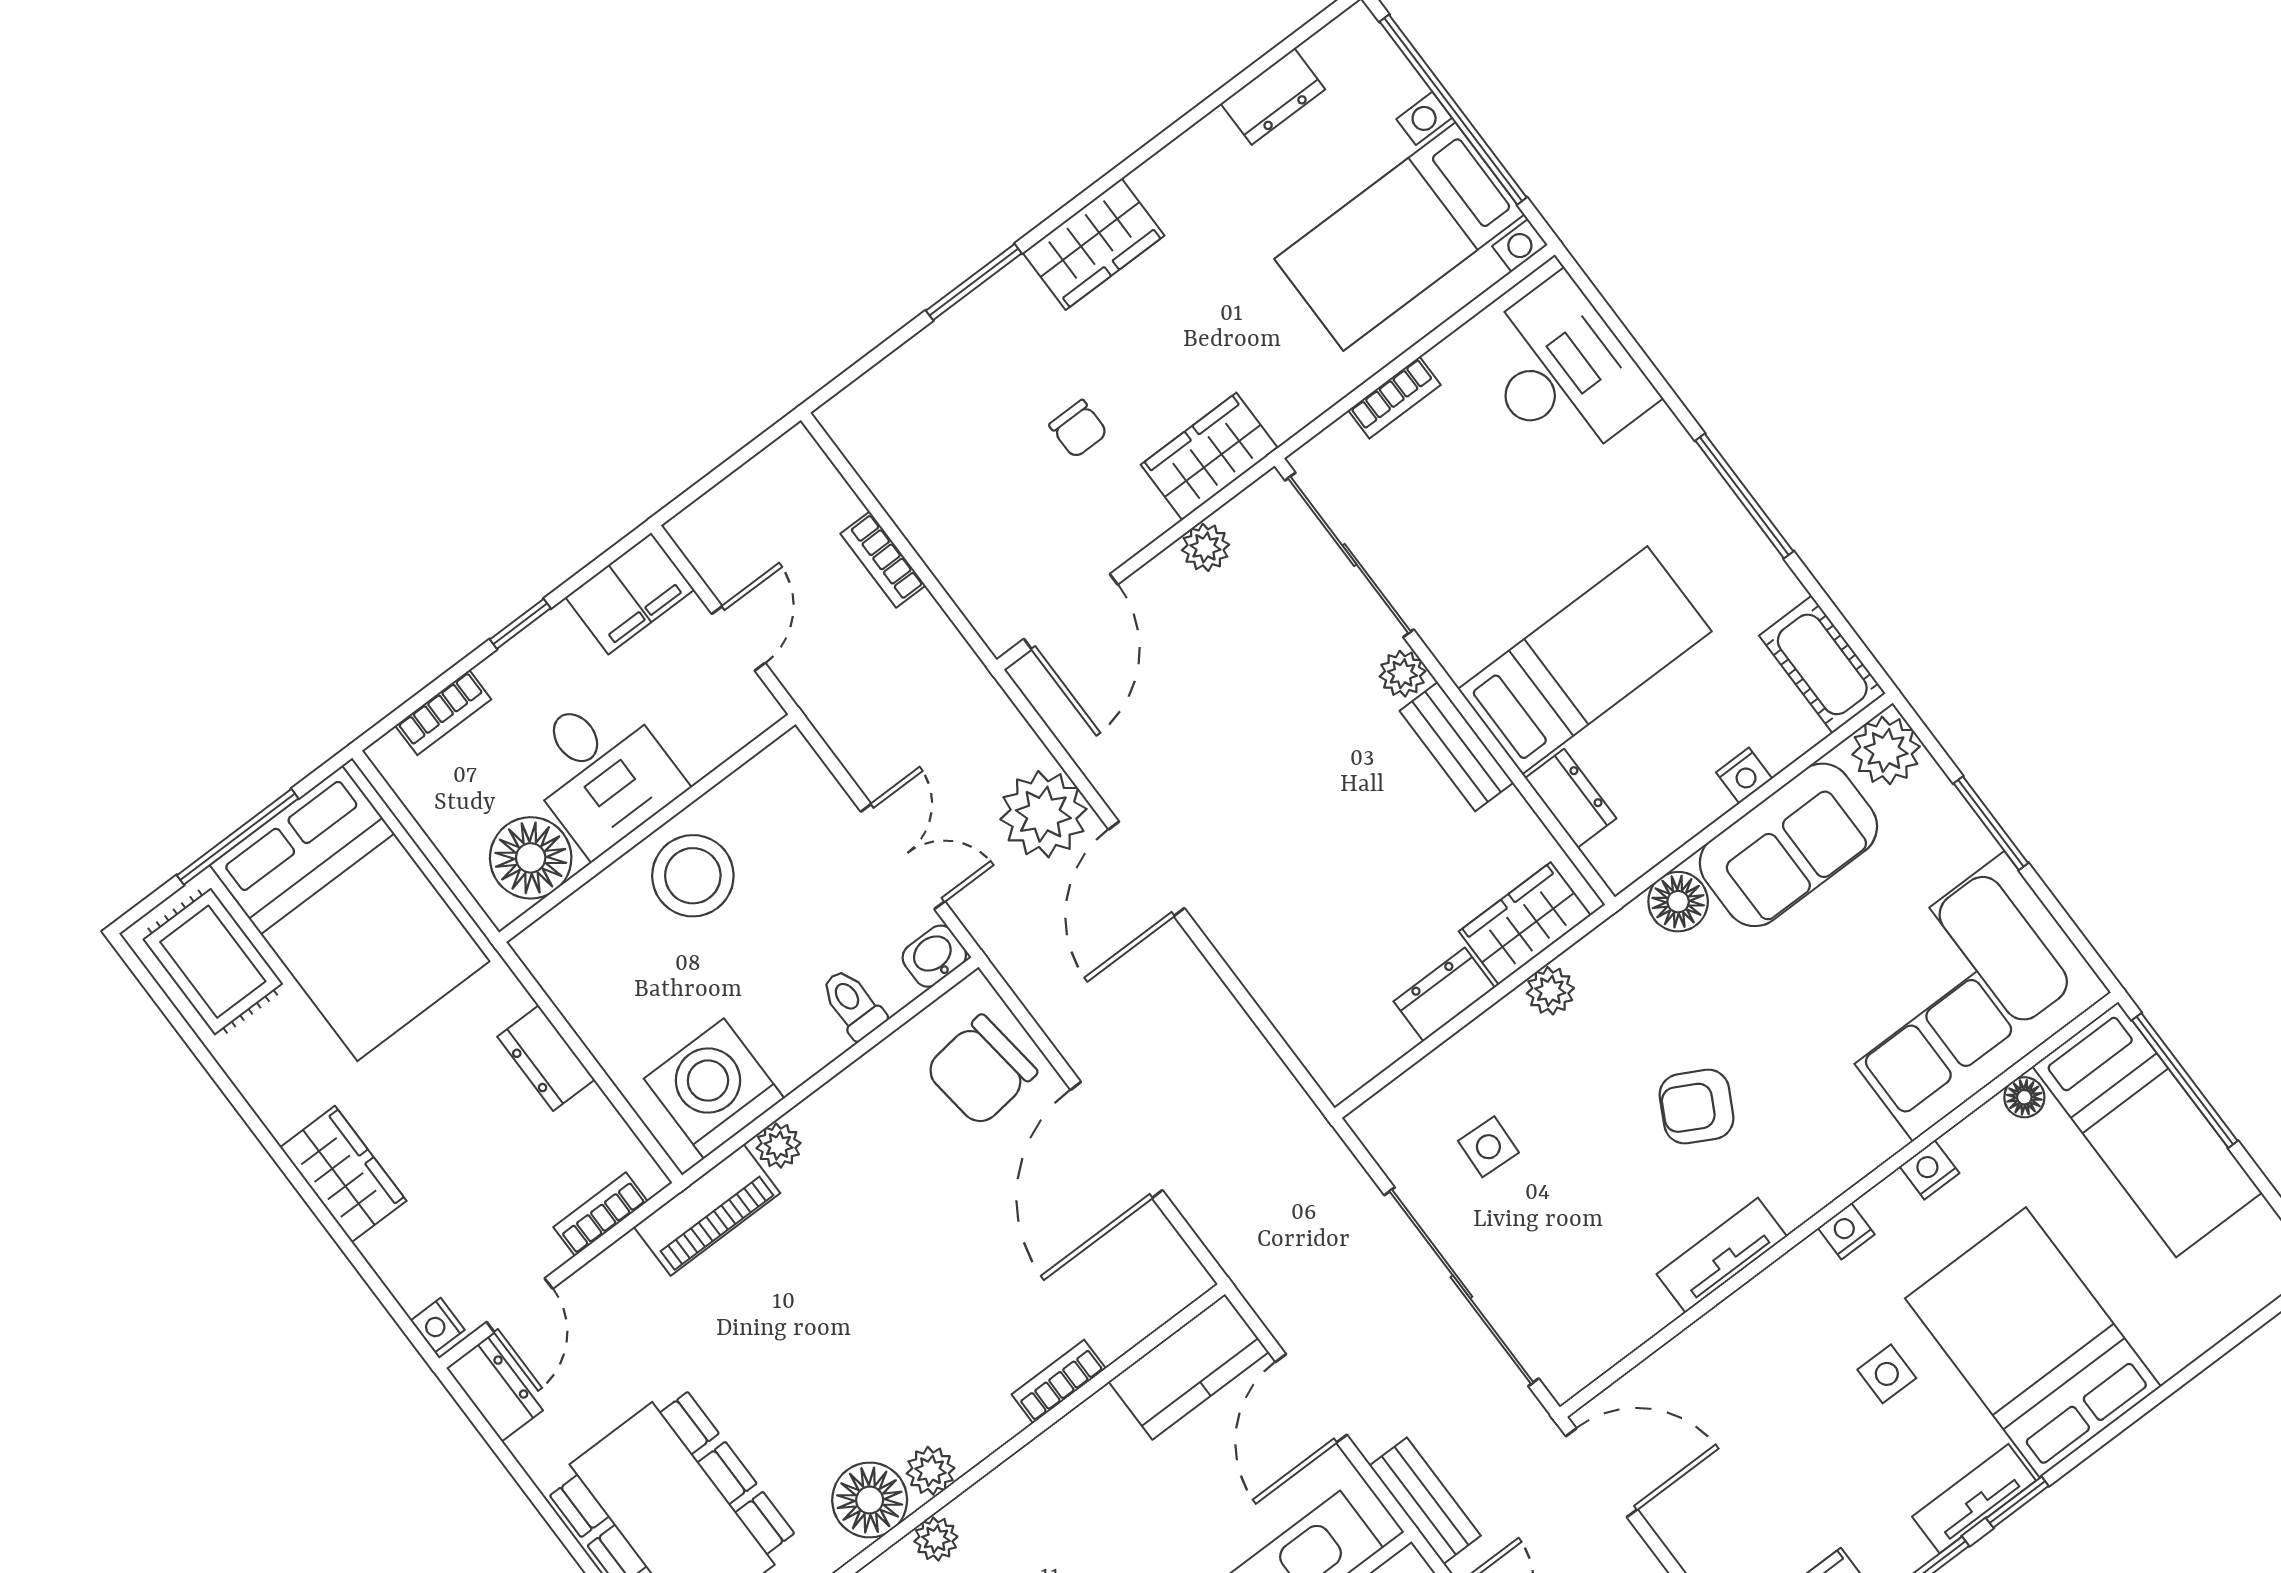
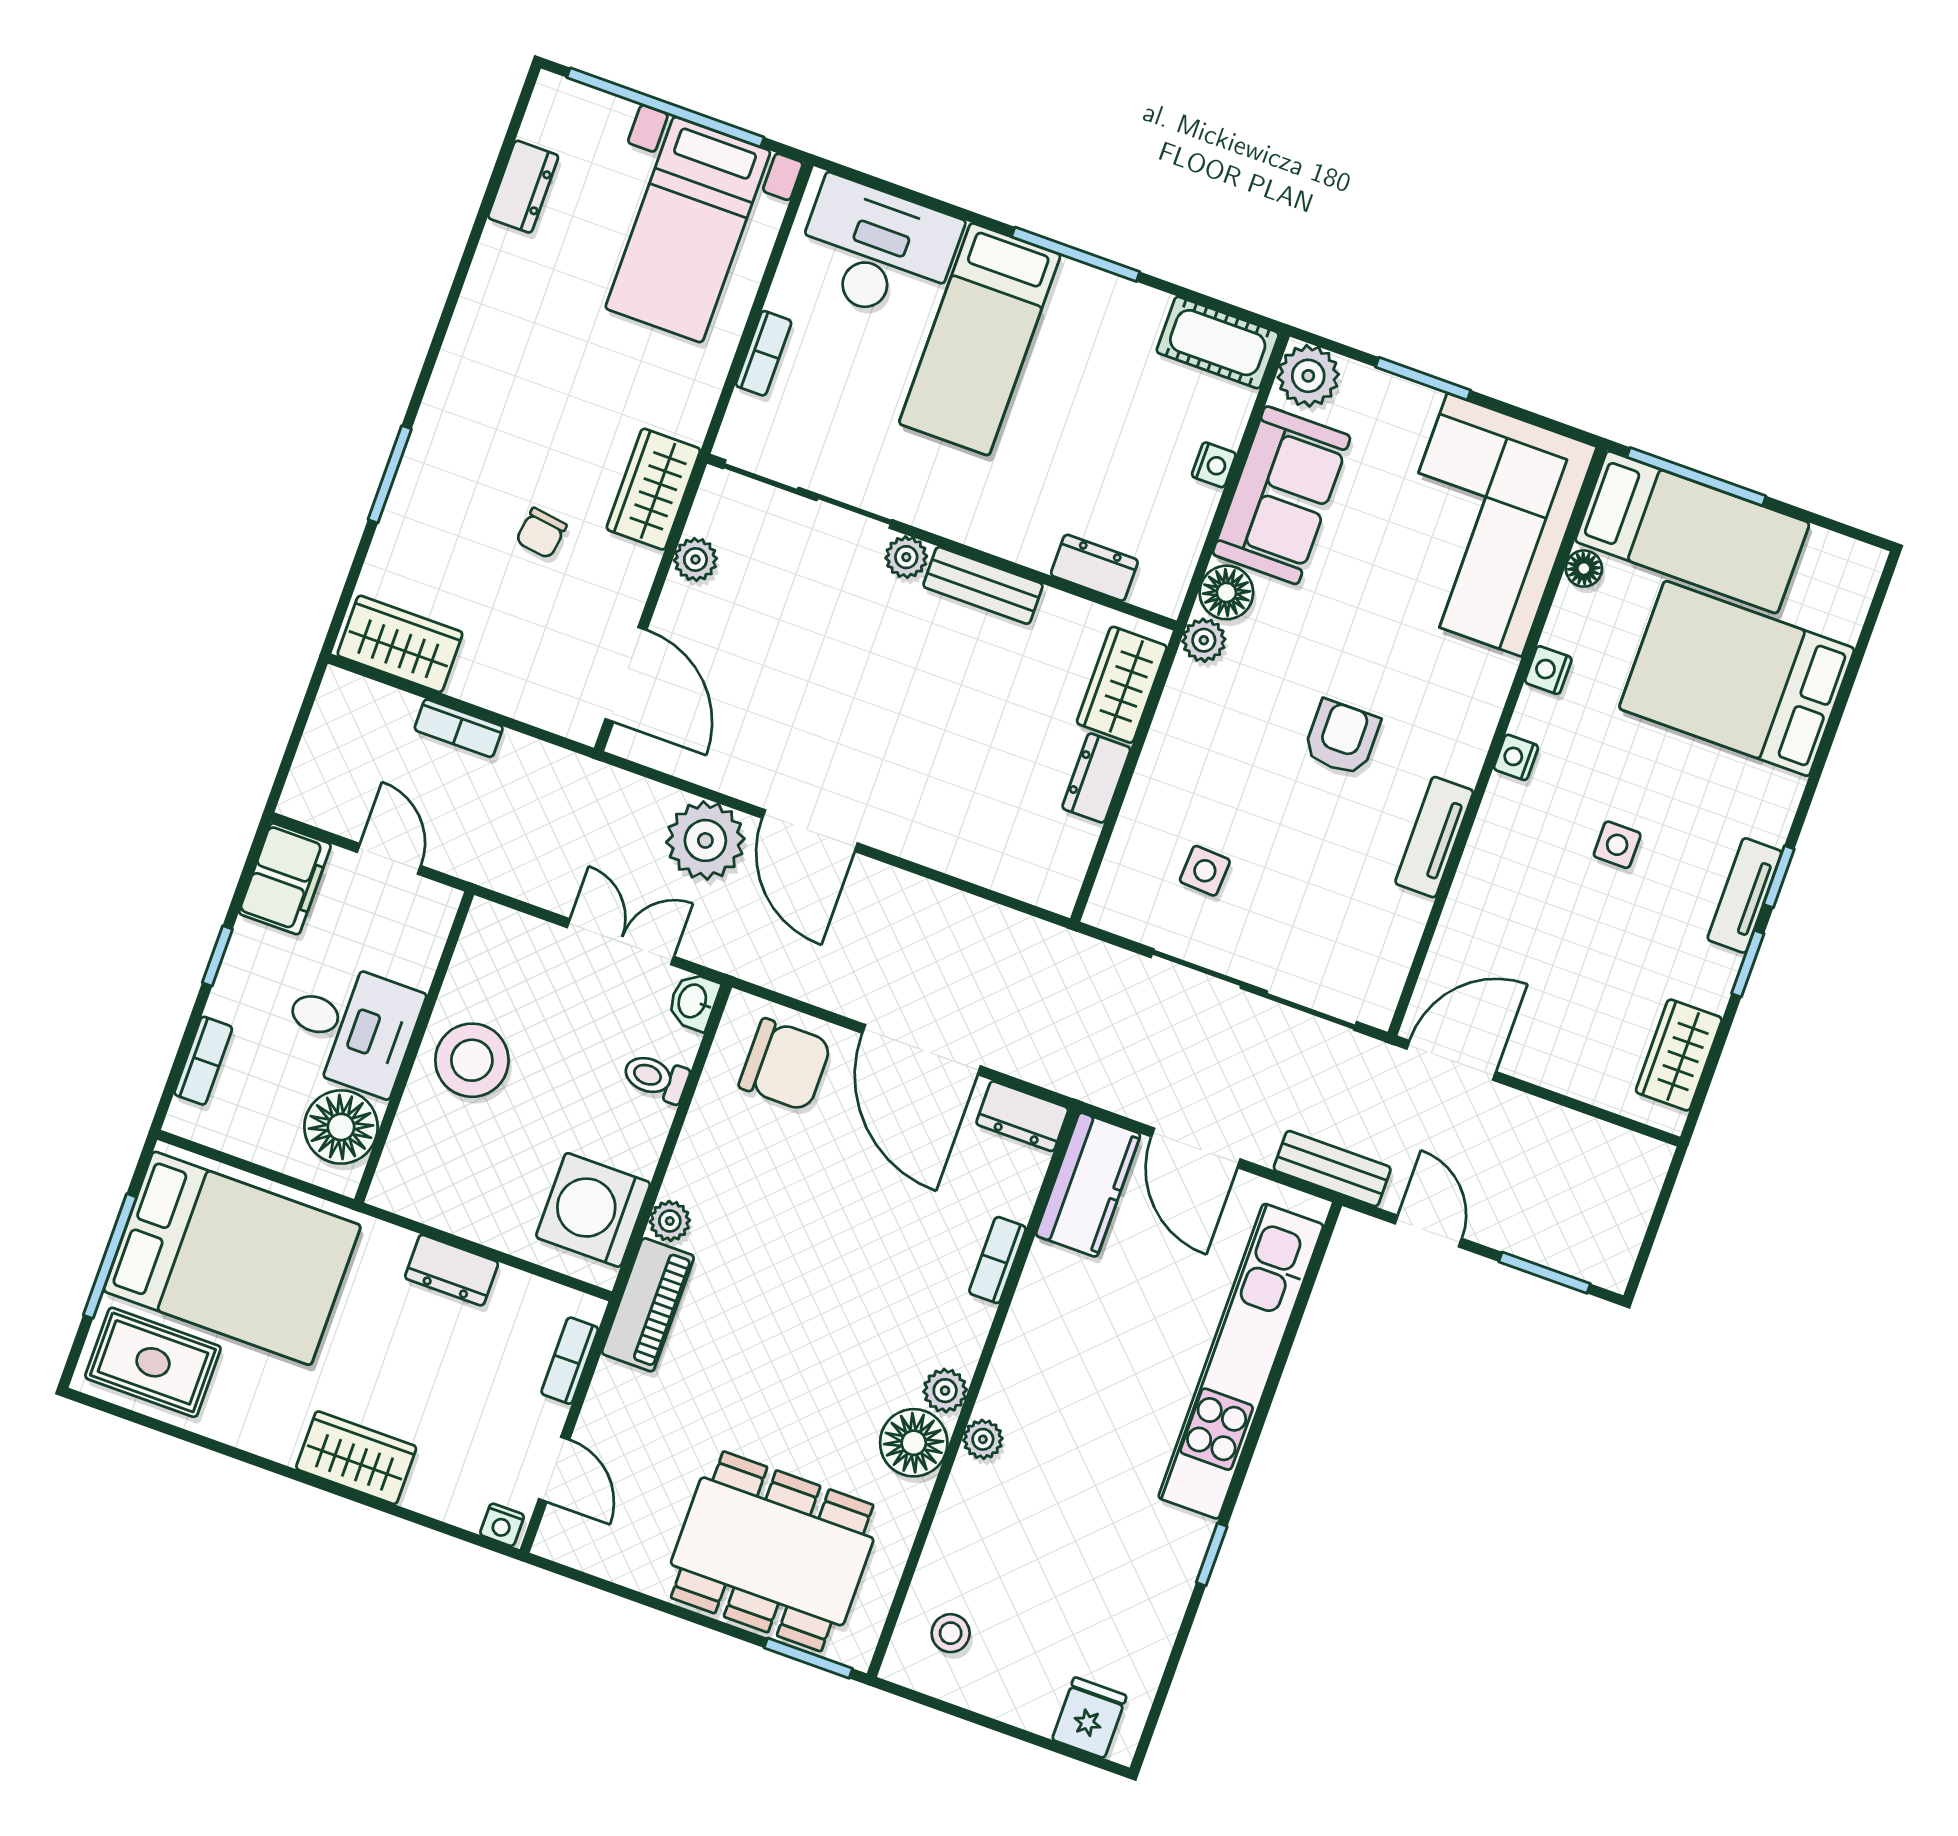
wardrobe: (1093, 244) -> (400, 644), moved, turned -90
chair: (1078, 429) -> (541, 533), turned 98
bed: (1585, 660) -> (980, 339), moved, turned 180
plant: (1550, 991) -> (1204, 640), moved
chair: (981, 1071) -> (785, 1065), turned -83
armchair: (1697, 1107) -> (1342, 738), turned 152
bed: (2033, 1342) -> (1737, 679), moved
dresser: (495, 1389) -> (1022, 1116), moved, turned 180

